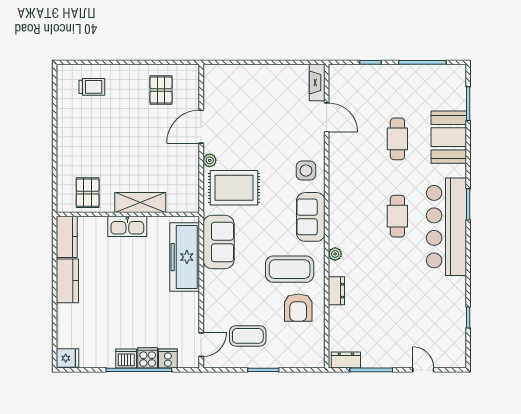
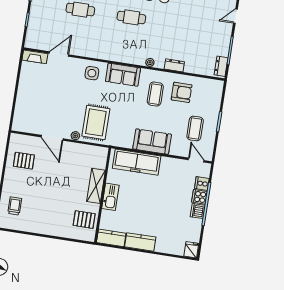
sofa: (219, 242) -> (152, 142), moved
coffee table: (290, 269) -> (155, 94), width x0.73, depth x0.76

